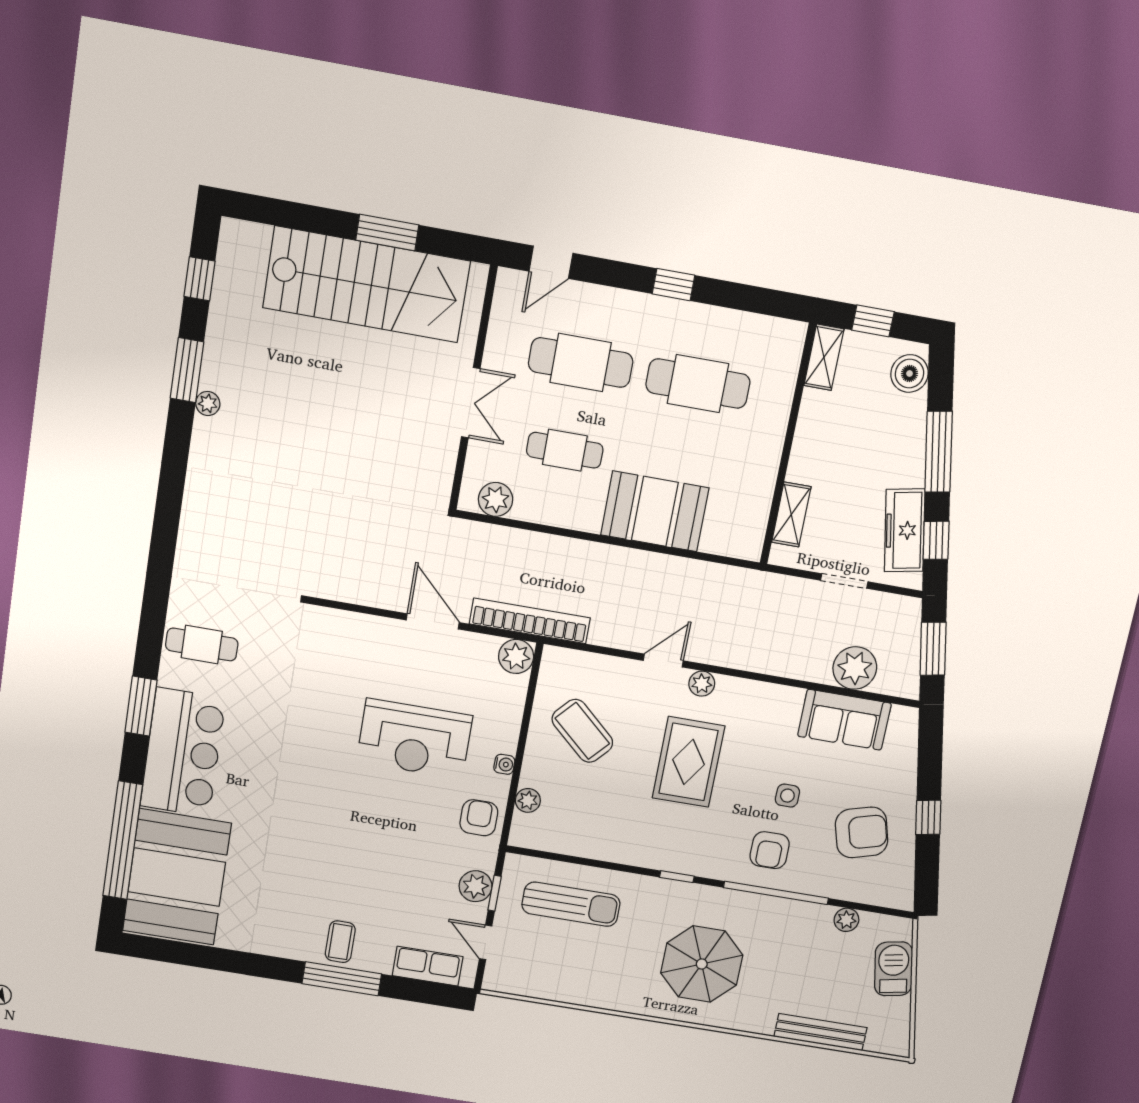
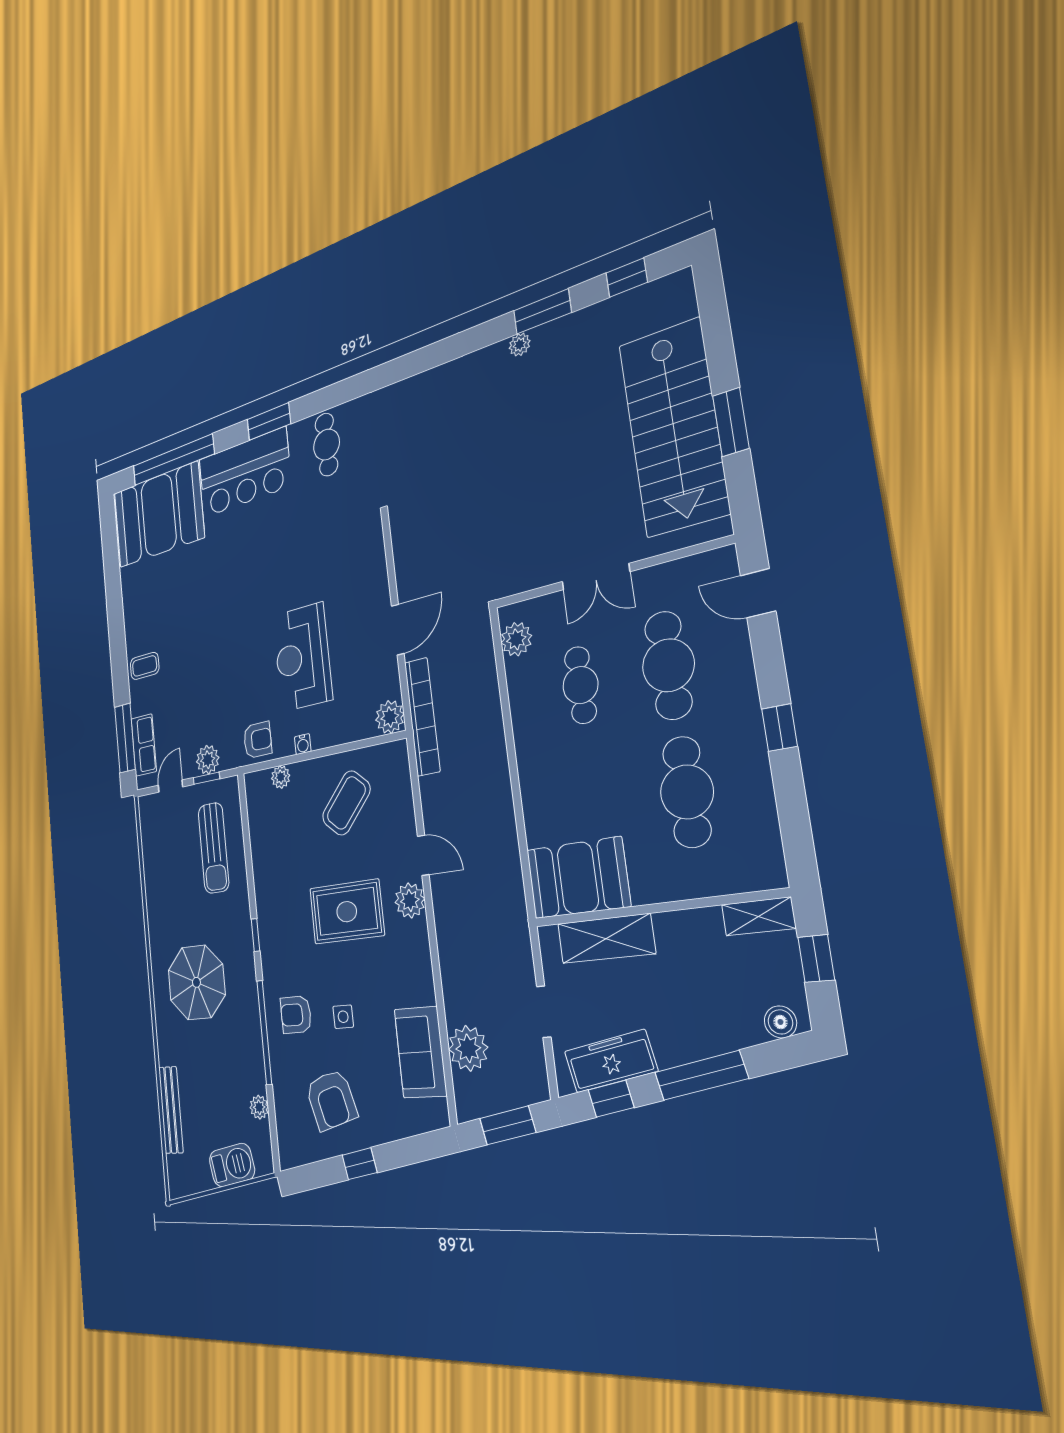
boiler: (910, 373) -> (780, 1022), width x0.73, depth x0.73
booth: (655, 511) -> (578, 878), moved, turned 90
shelving: (791, 514) -> (606, 939), width x1.50, depth x1.33
plant: (702, 684) -> (410, 900), width x1.38, depth x1.38
window: (342, 979) -> (125, 738), moved

